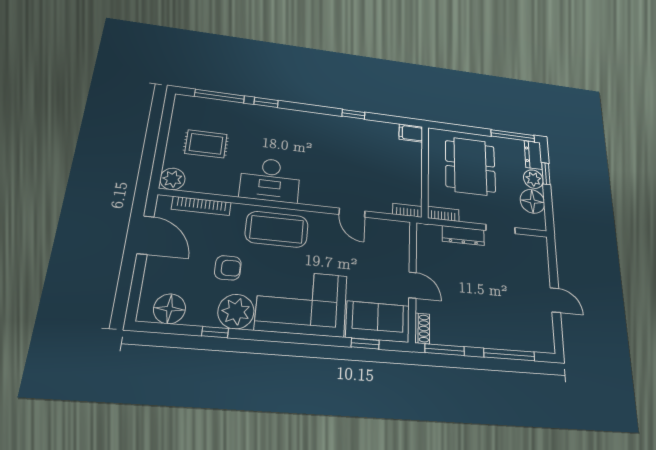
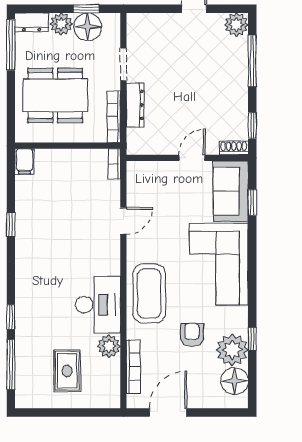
window: (546, 174) -> (86, 9), moved
plant: (172, 179) -> (109, 346), moved
bookcase: (443, 214) -> (114, 117), width x1.56
plant: (236, 312) -> (232, 350), moved
plant: (543, 341) -> (236, 25), added
window: (445, 350) -> (252, 126), width x0.67

